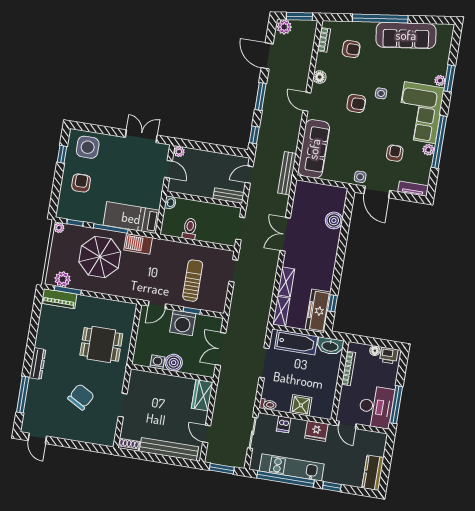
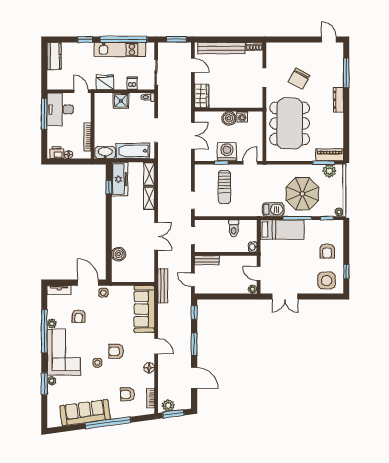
plant: (284, 27) -> (168, 406), moved
door: (249, 175) -> (193, 280), swing flipped
dining table: (101, 344) -> (290, 124), width x1.88, depth x1.24

